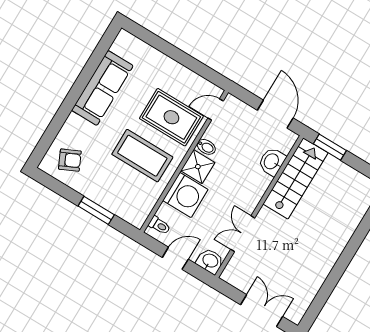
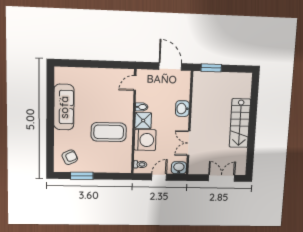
rug: (171, 117) -> (113, 101), removed
washbasin: (272, 162) -> (182, 109), moved
stairs: (296, 178) -> (240, 123), moved, turned 180
window: (96, 210) -> (82, 176), moved

